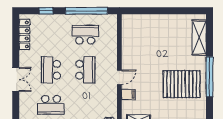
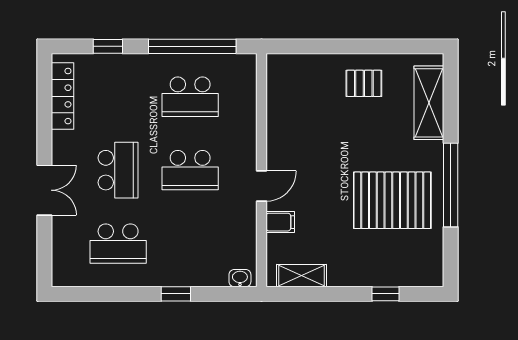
pallet: (168, 28) -> (364, 83), added
school desk: (85, 35) -> (190, 97), turned 180
school desk: (51, 70) -> (118, 170), turned 180
school desk: (85, 70) -> (190, 170), turned 90

